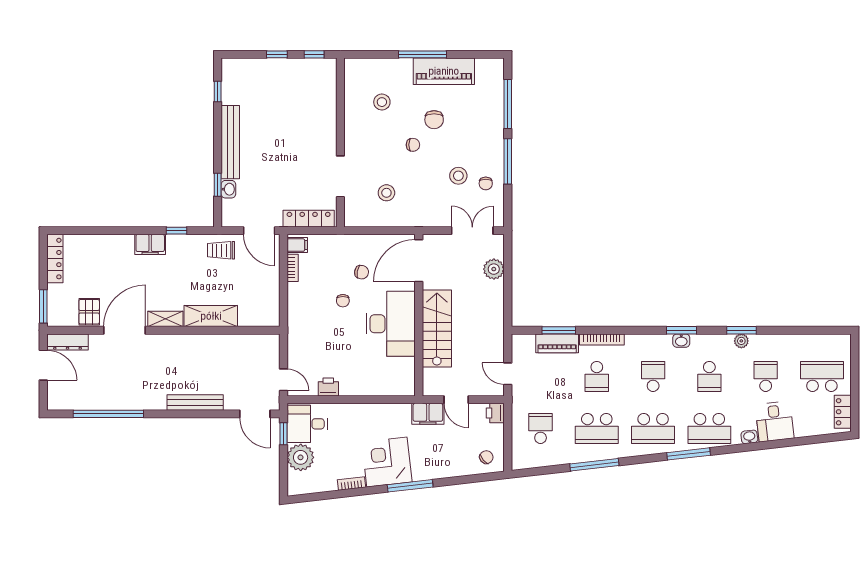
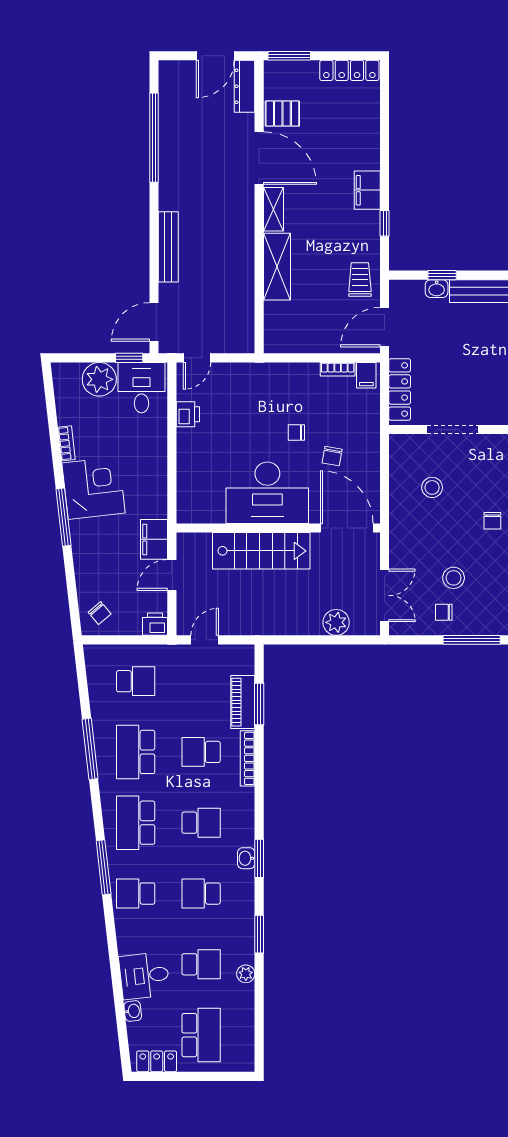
plant: (741, 341) -> (246, 974), moved
school desk: (709, 428) -> (136, 894), width x0.54
washbasin: (749, 437) -> (133, 1011), moved

